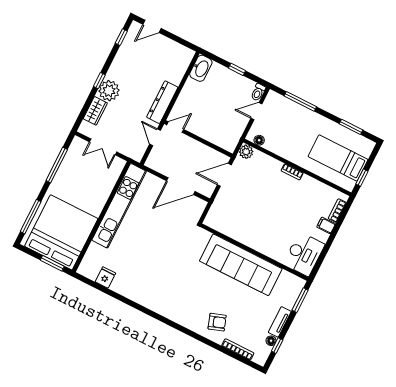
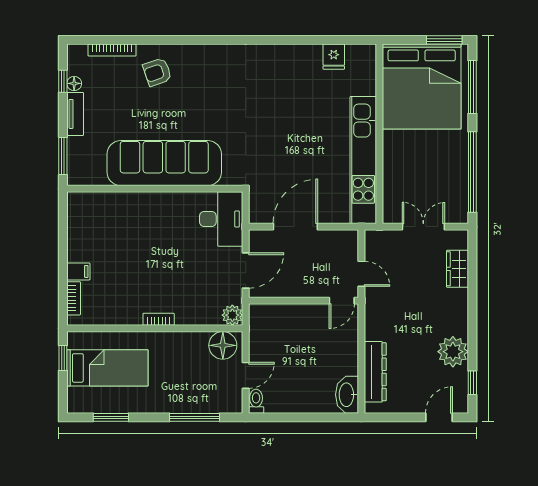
window: (237, 69) -> (299, 417), removed
window: (99, 81) -> (472, 311), removed
plant: (109, 91) -> (453, 352), moved
dresser: (162, 102) -> (375, 372), moved
floor lamp: (259, 140) -> (223, 345), width x1.89, depth x1.89
window: (57, 165) -> (472, 172), width x1.46
desk: (304, 254) -> (221, 219), moved, turned 180
window: (52, 263) -> (444, 40), moved

